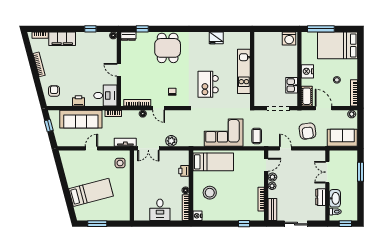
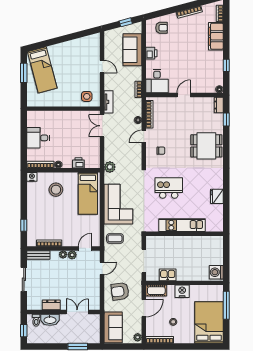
sofa: (81, 119) -> (132, 50), width x0.73
plant: (171, 141) -> (110, 167), moved
door: (266, 165) -> (85, 248), swing flipped
bed: (91, 192) -> (42, 70), moved

